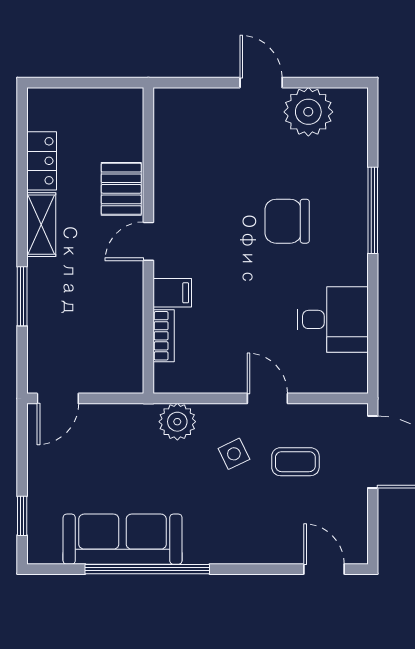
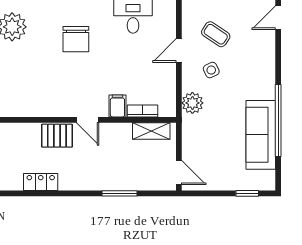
shelving: (41, 225) -> (151, 131), moved
coffee table: (295, 462) -> (216, 34), turned -56

